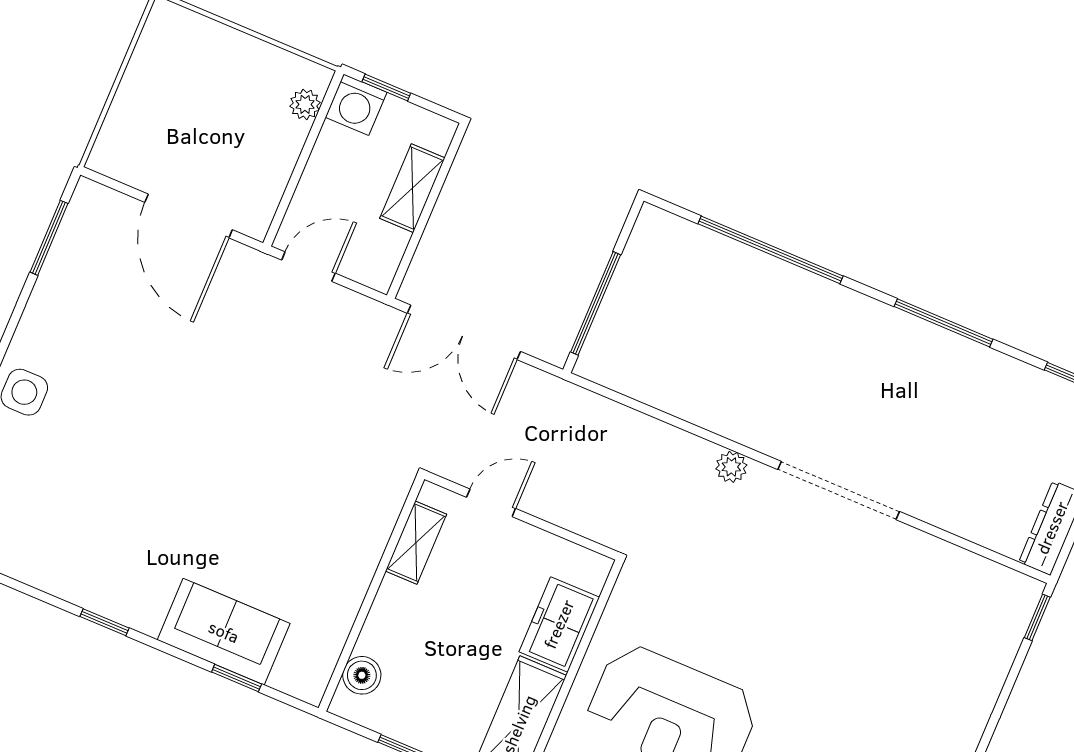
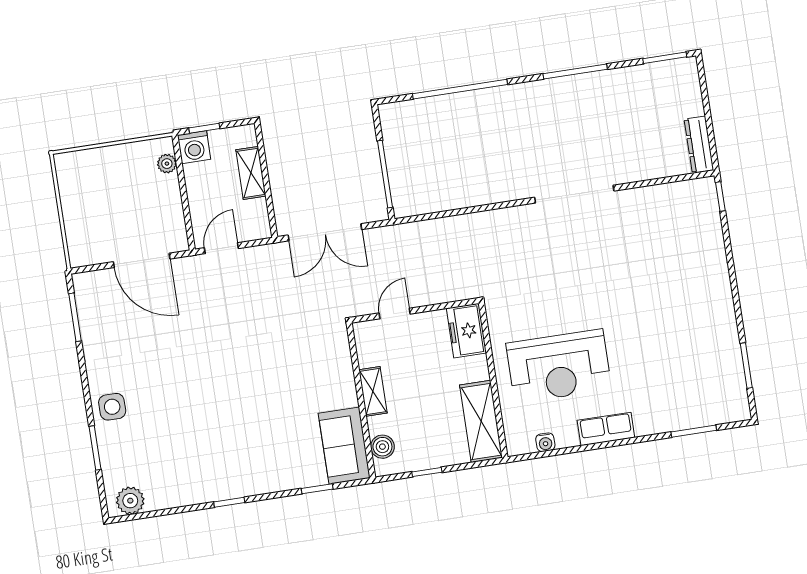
plant: (731, 467) -> (510, 216), removed
shelving: (416, 543) -> (373, 391), moved
freezer: (559, 624) -> (466, 331), moved
sofa: (224, 632) -> (344, 446), moved, turned -90

